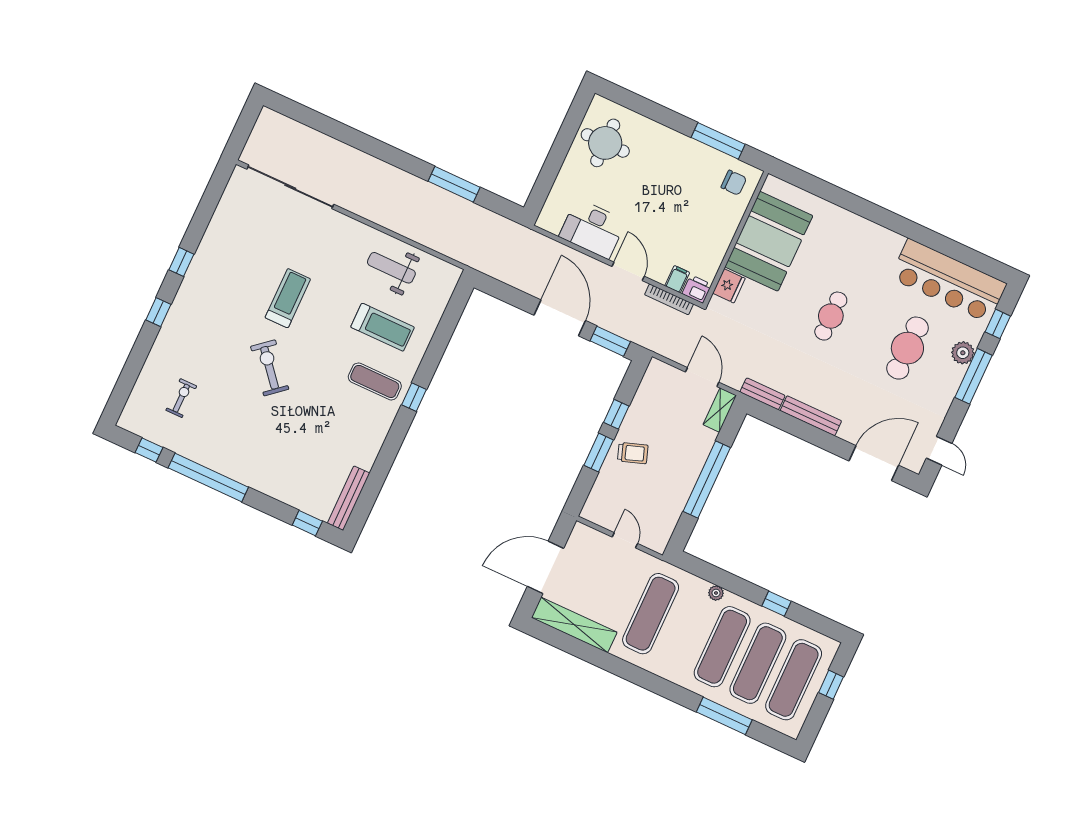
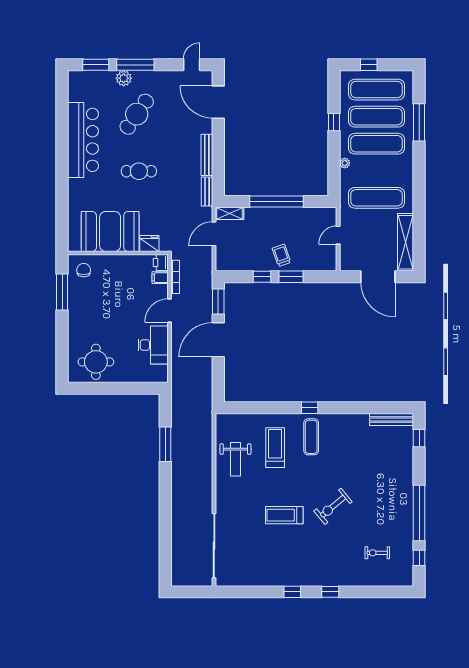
bar counter: (948, 281) -> (83, 140), moved
window: (998, 324) -> (96, 65), width x1.50
cafe table: (907, 348) -> (137, 114), turned -55

